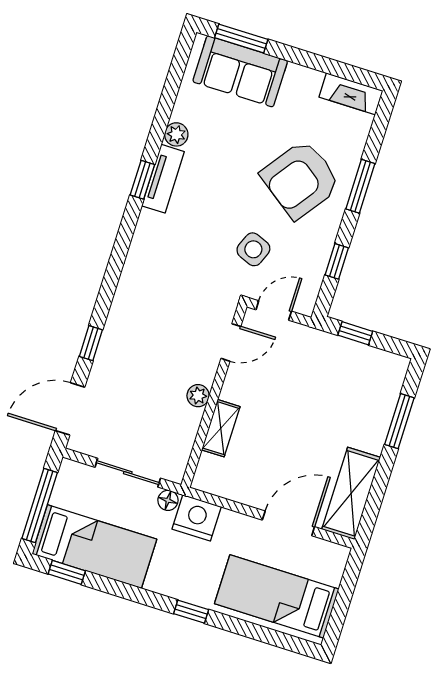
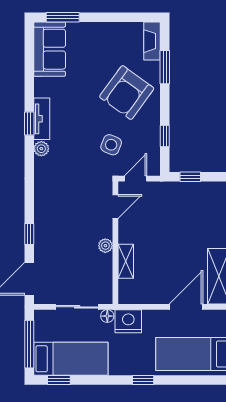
sofa: (240, 71) -> (50, 49), moved, turned -90
fireplace: (351, 94) -> (152, 41), moved, turned 90
plant: (176, 134) -> (41, 149), moved
window: (360, 186) -> (165, 67), moved

